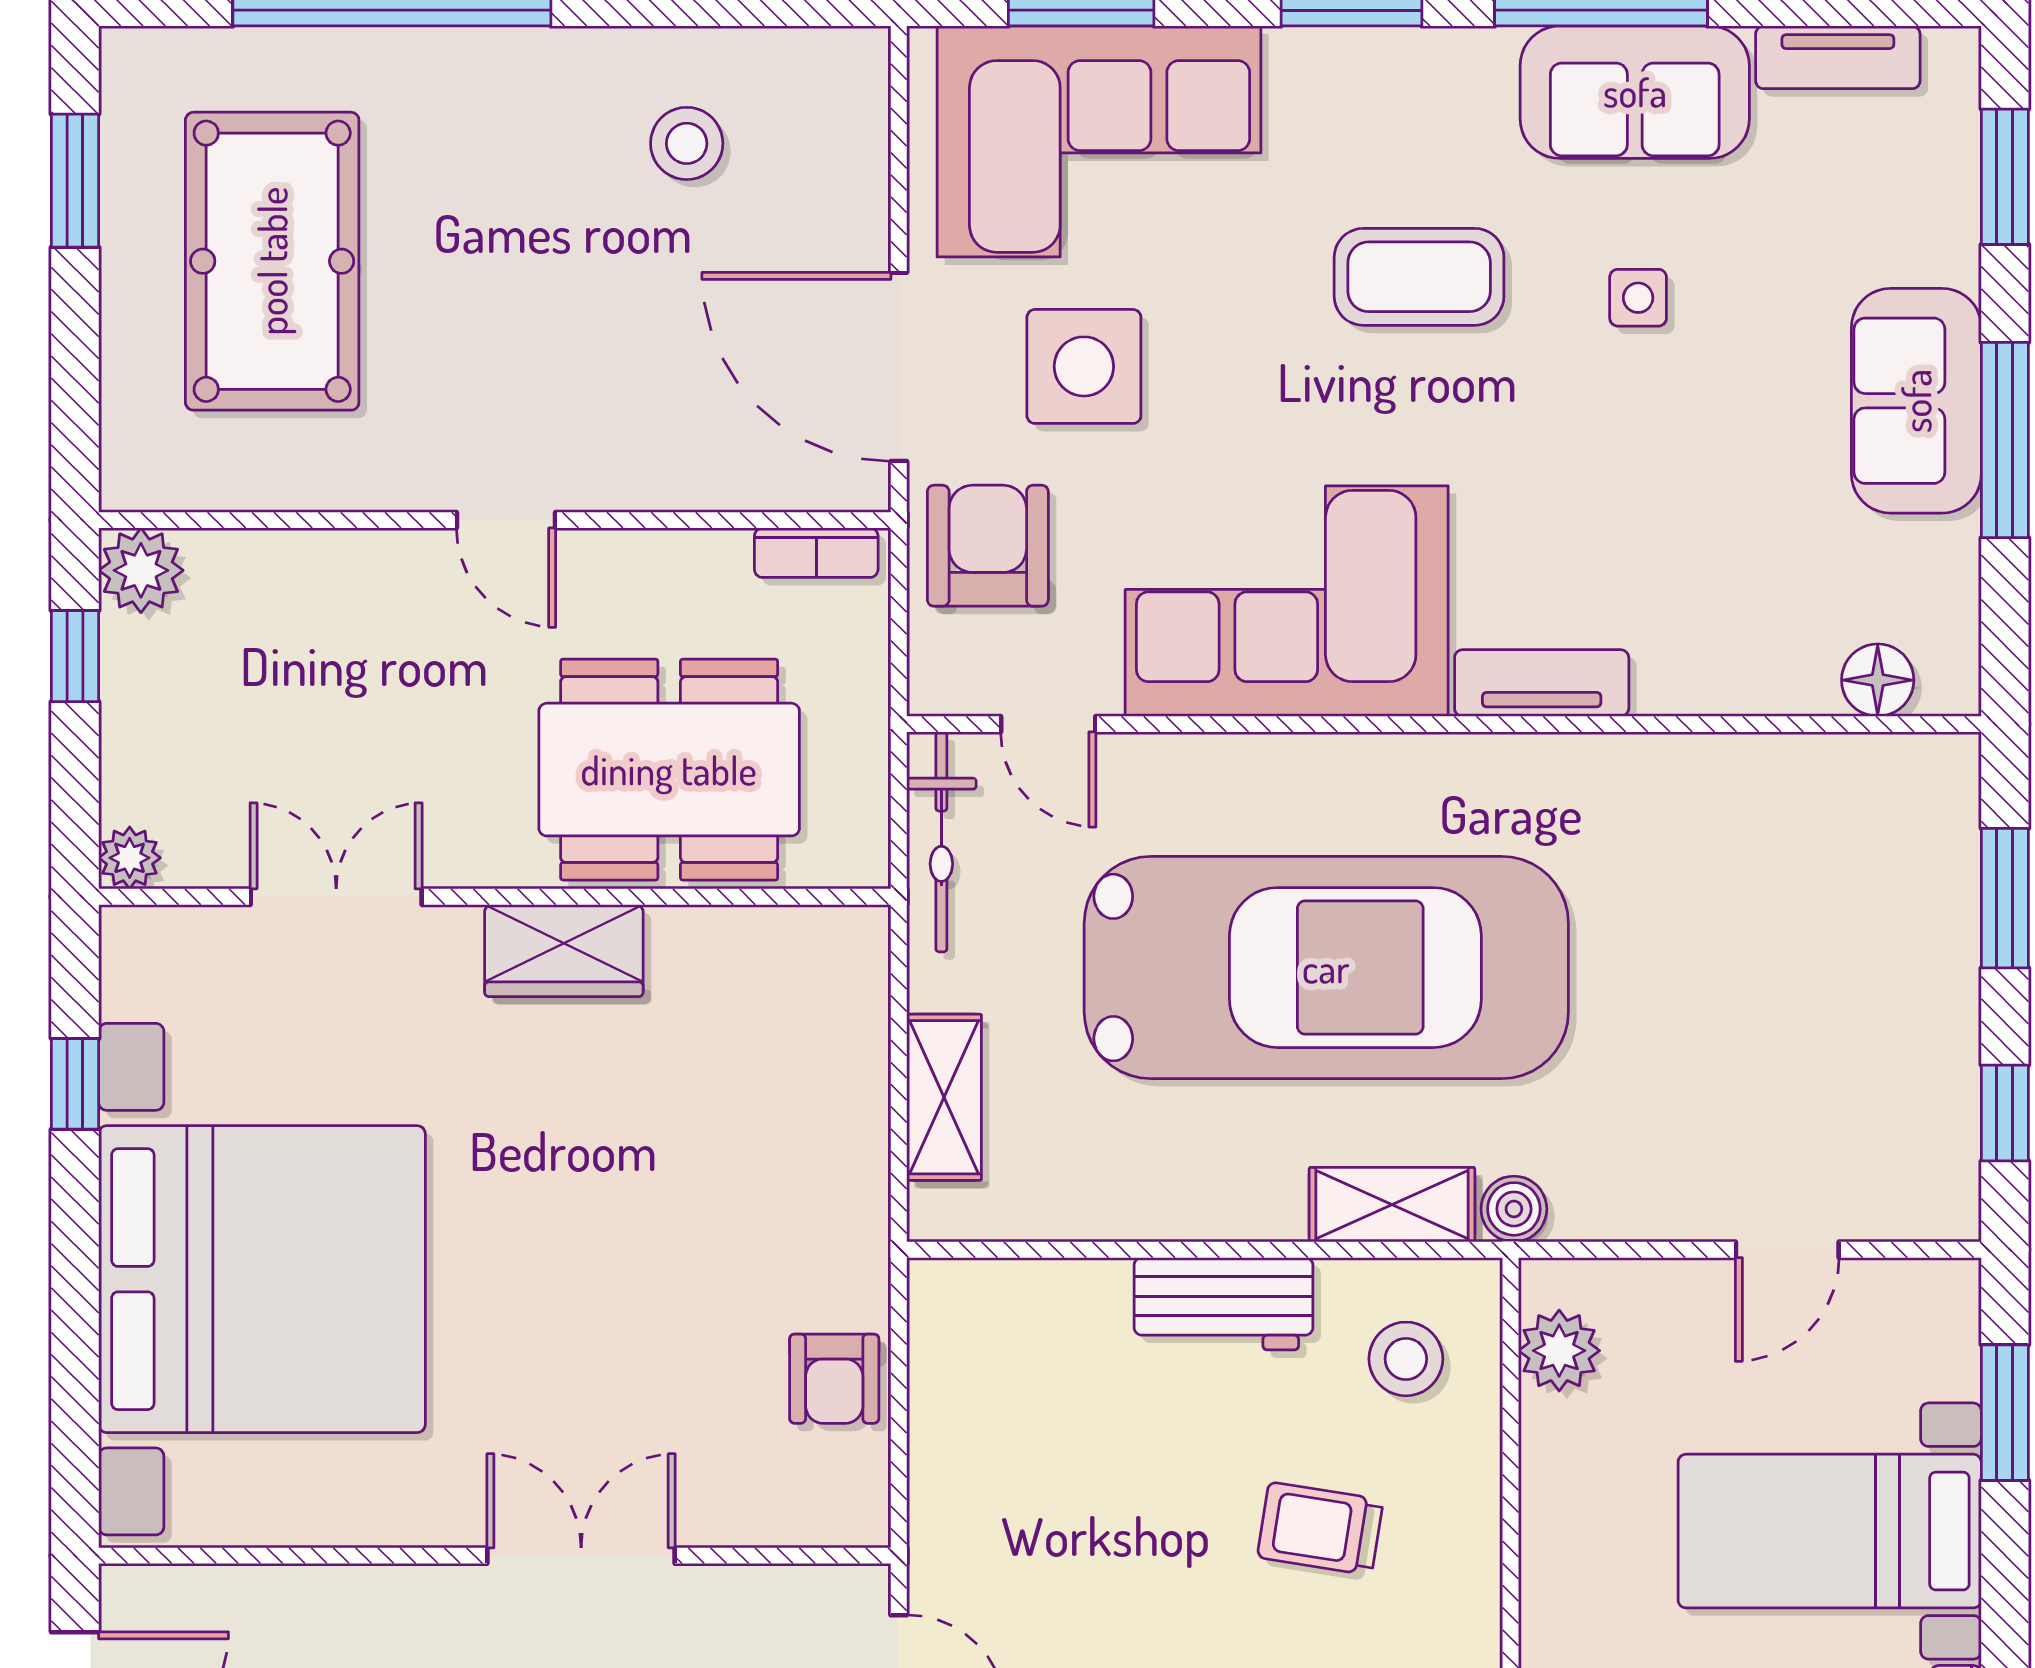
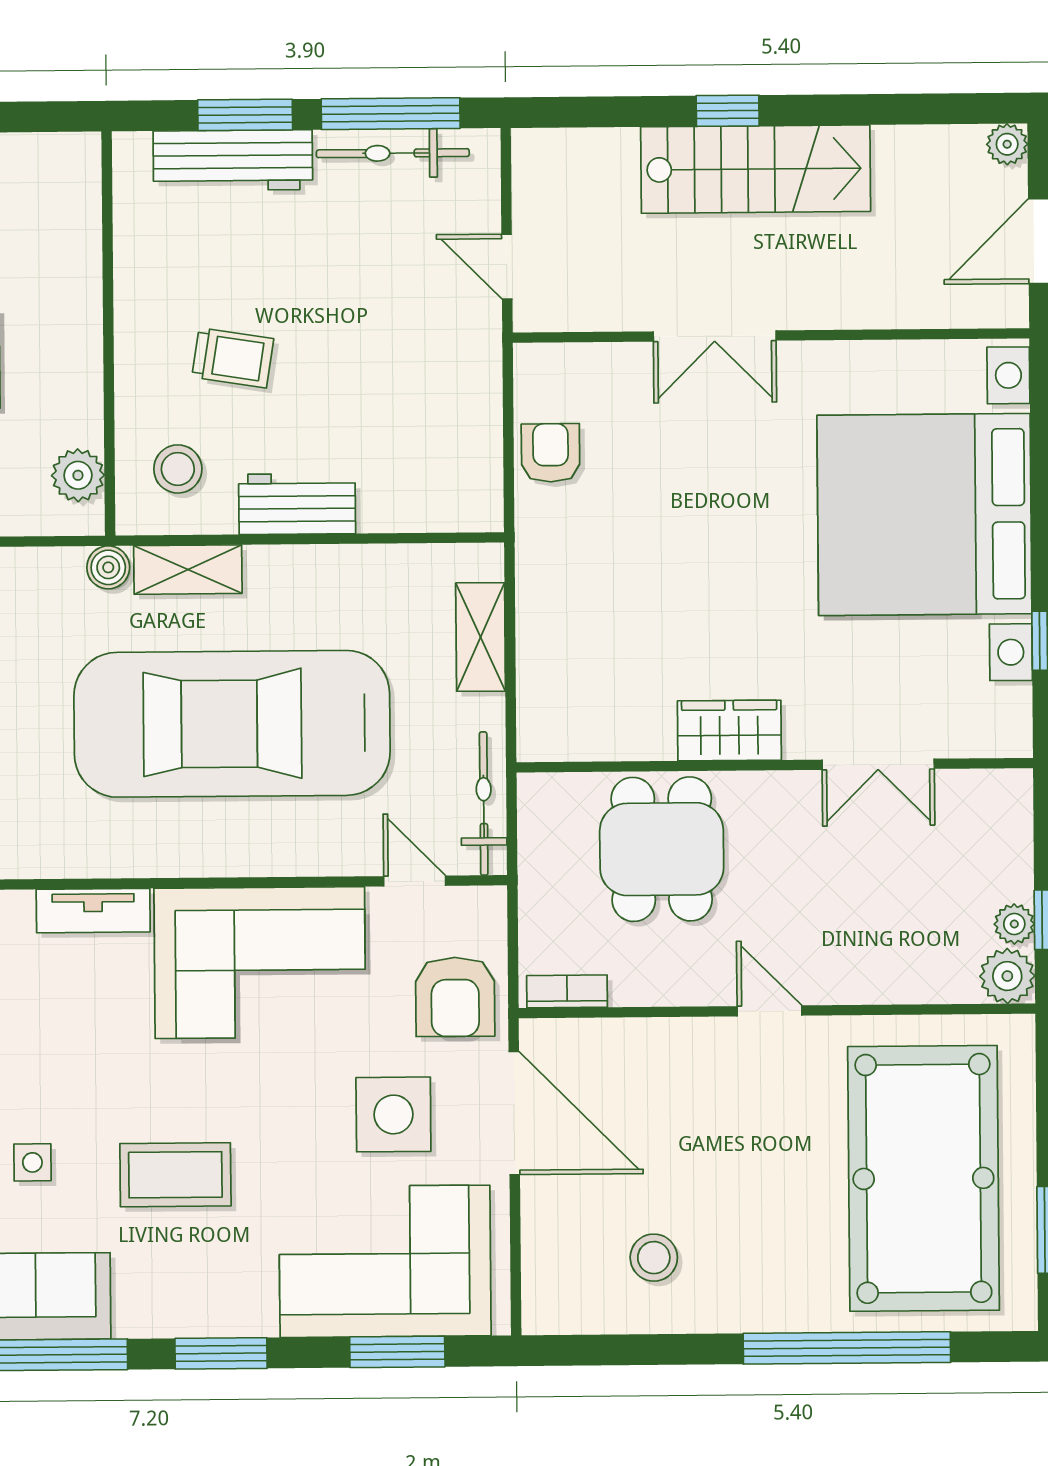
pool table: (272, 261) -> (923, 1178), width x1.36, depth x1.32
dining table: (669, 770) -> (662, 849), width x0.73
plant: (130, 858) -> (1014, 924), moved

